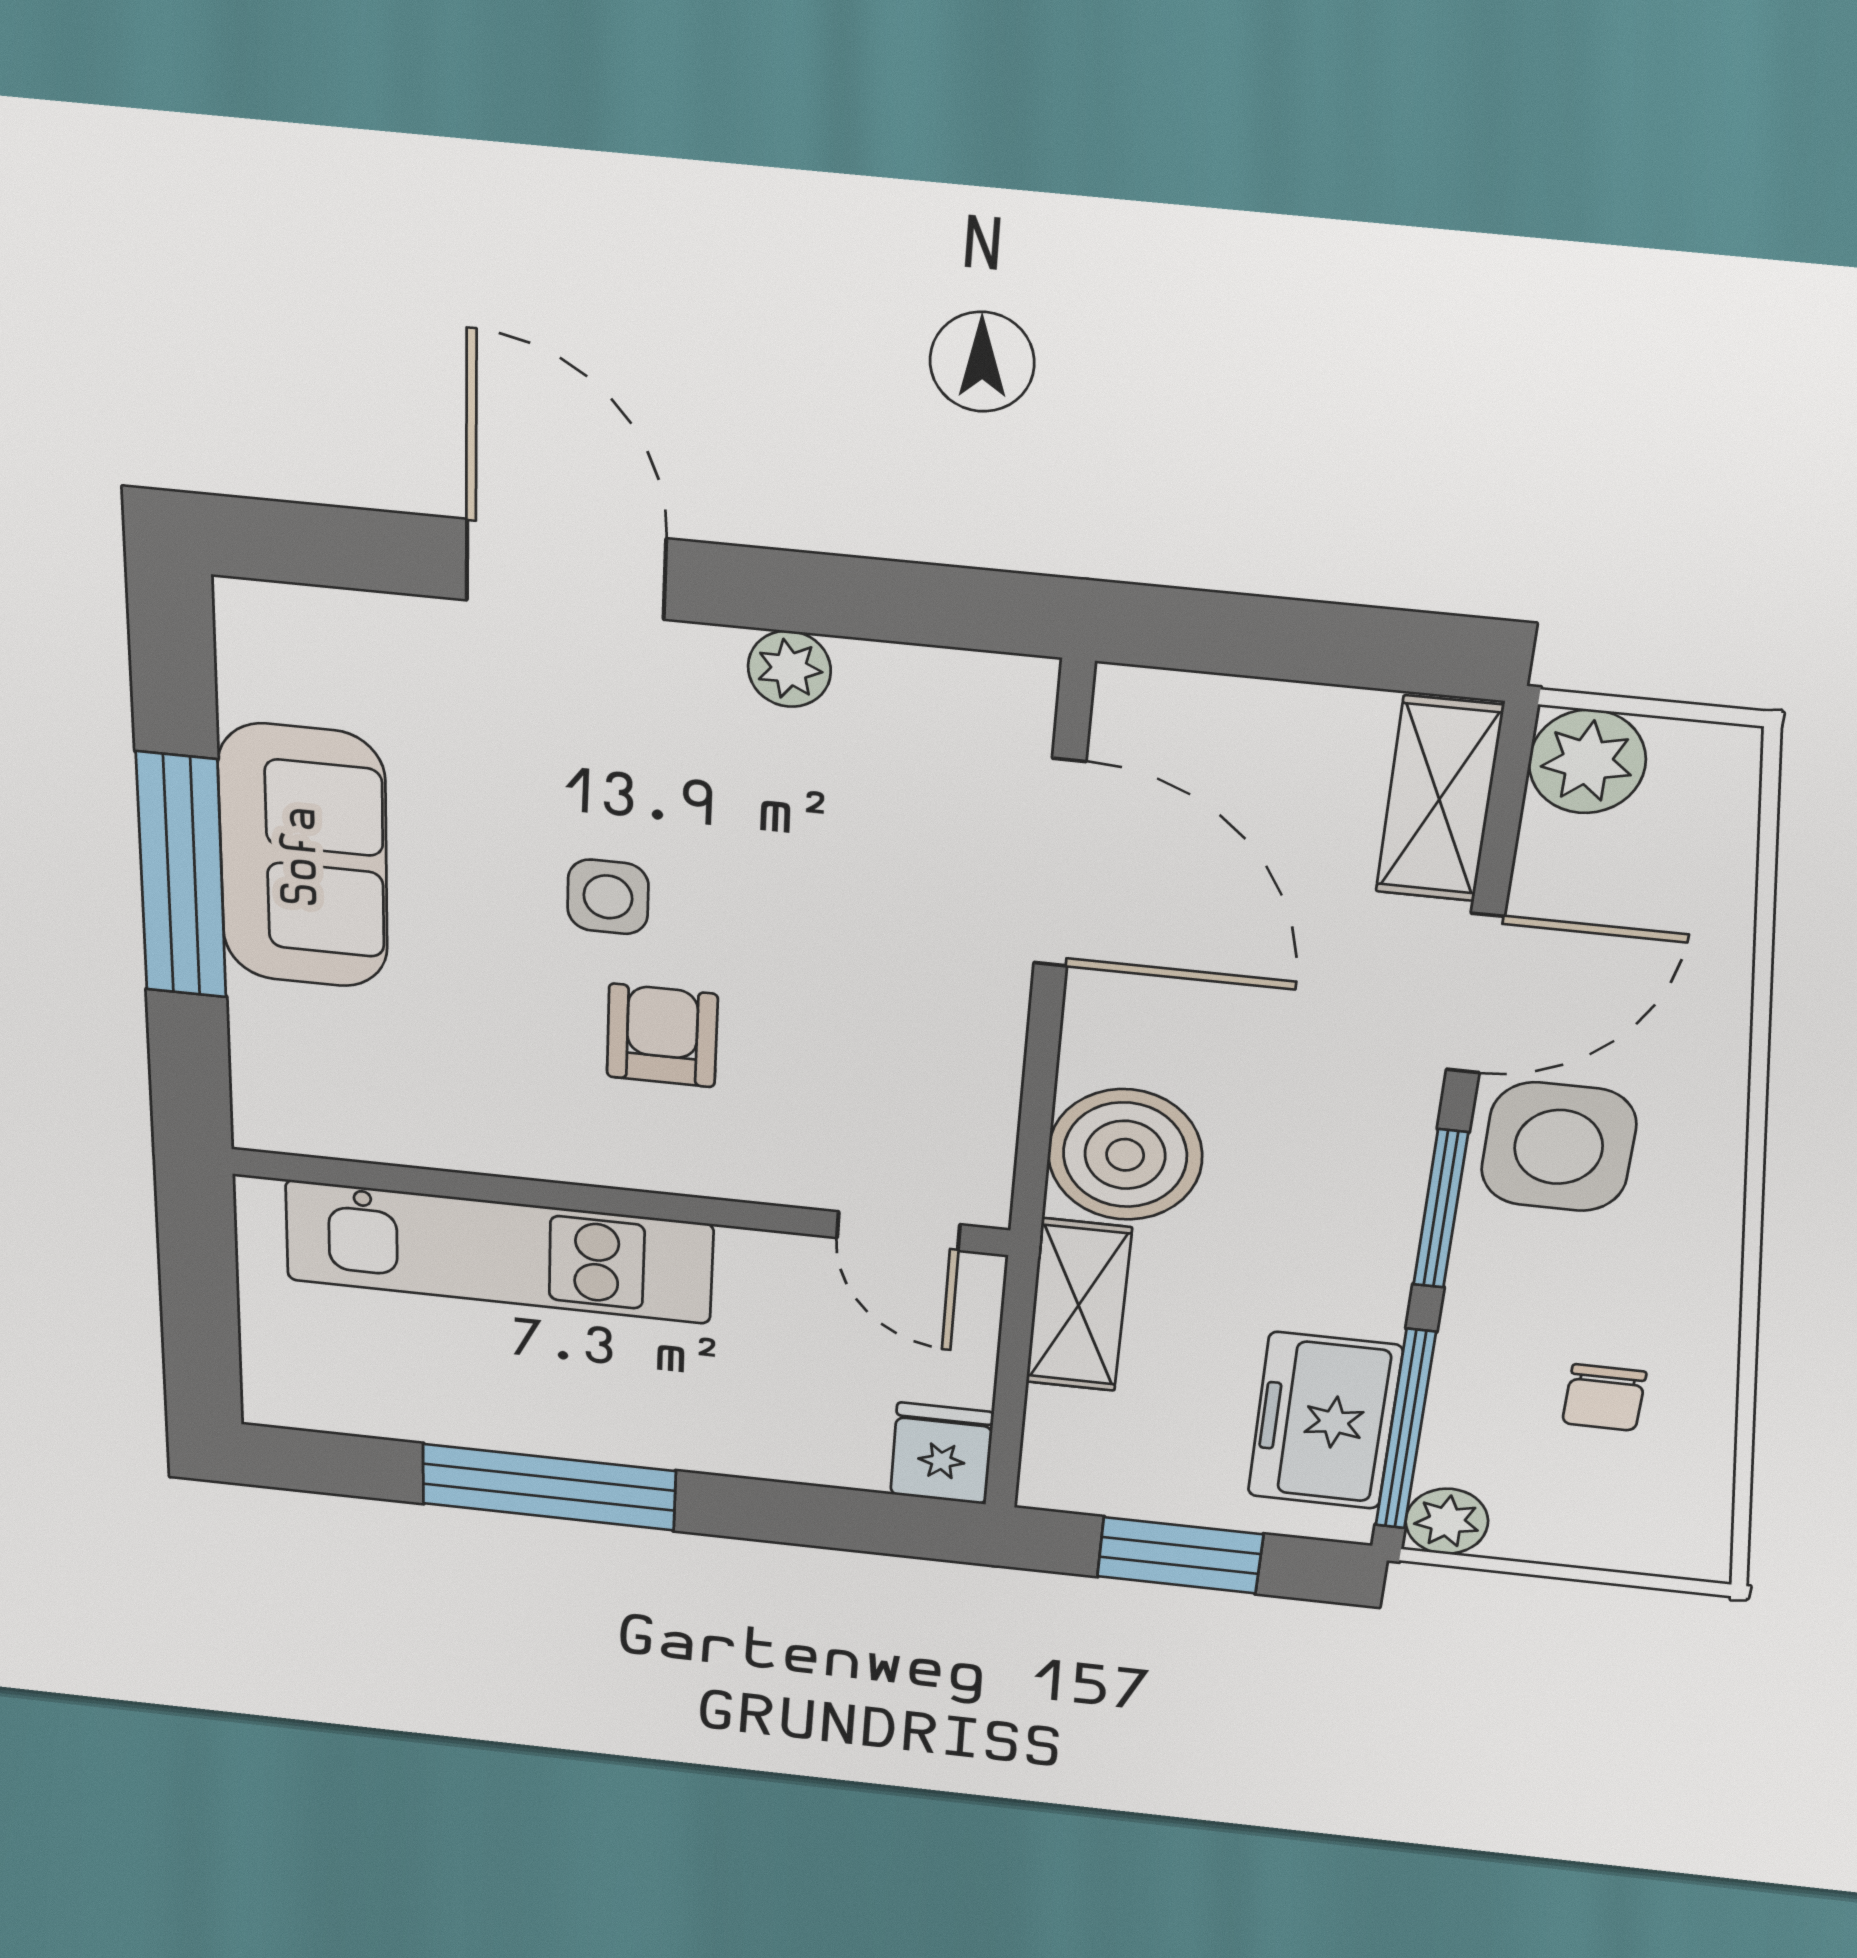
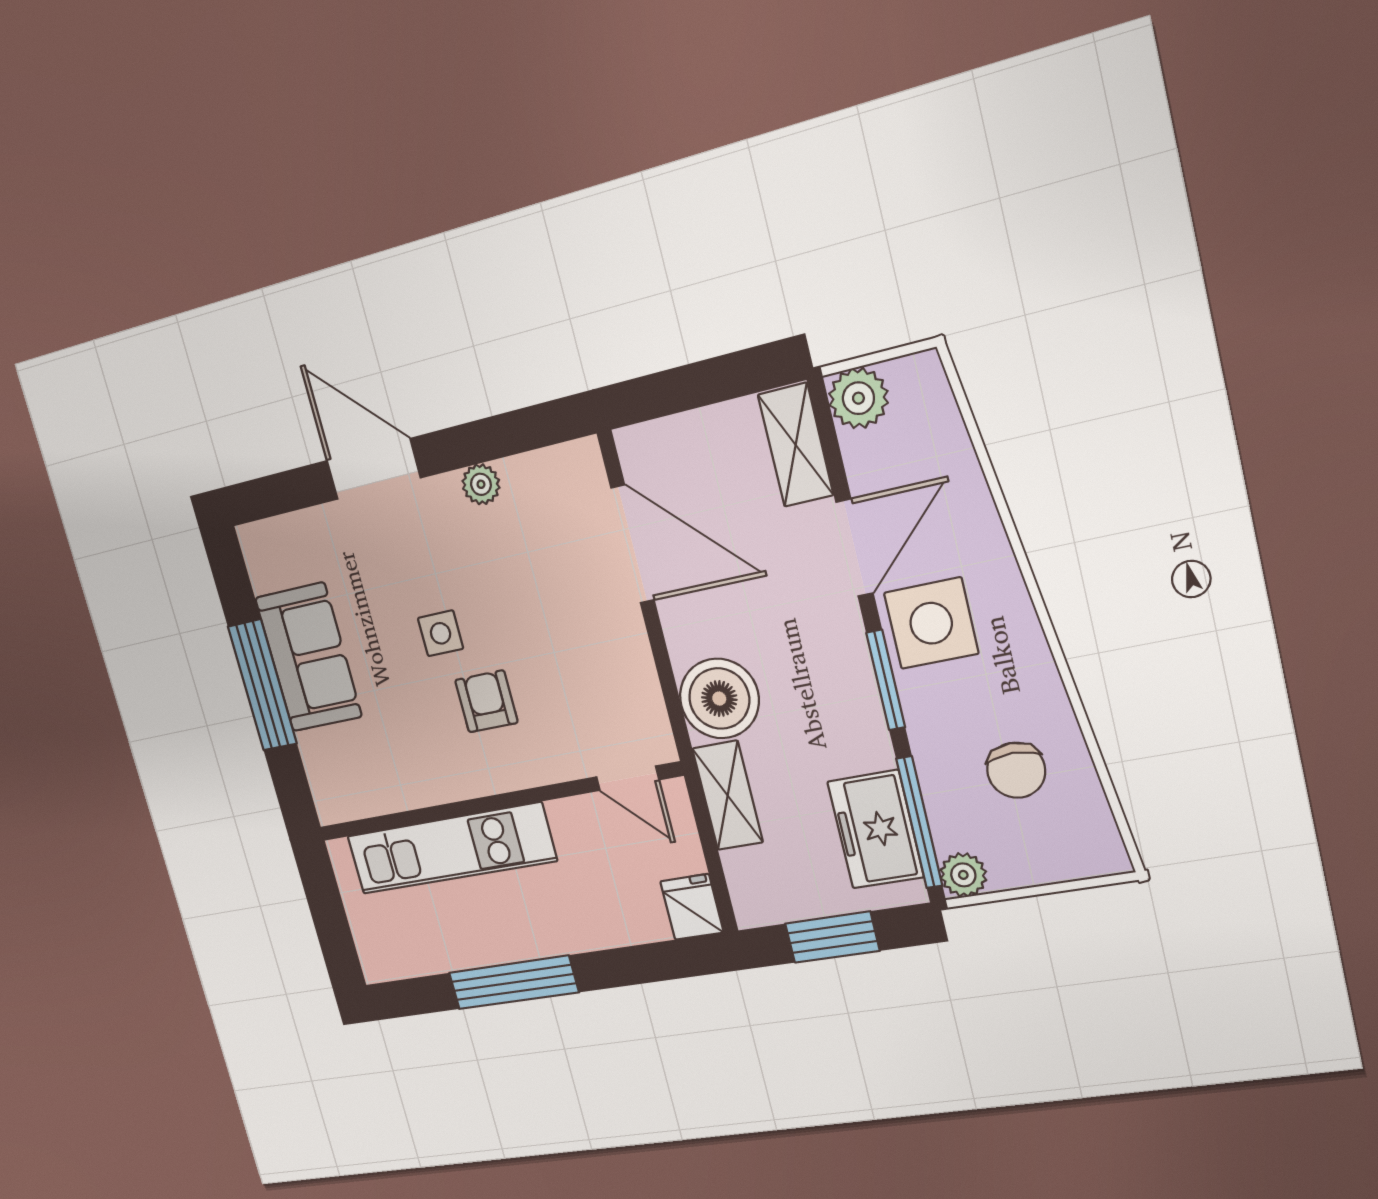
chair: (1604, 1398) -> (1016, 770), width x1.37, depth x1.37

